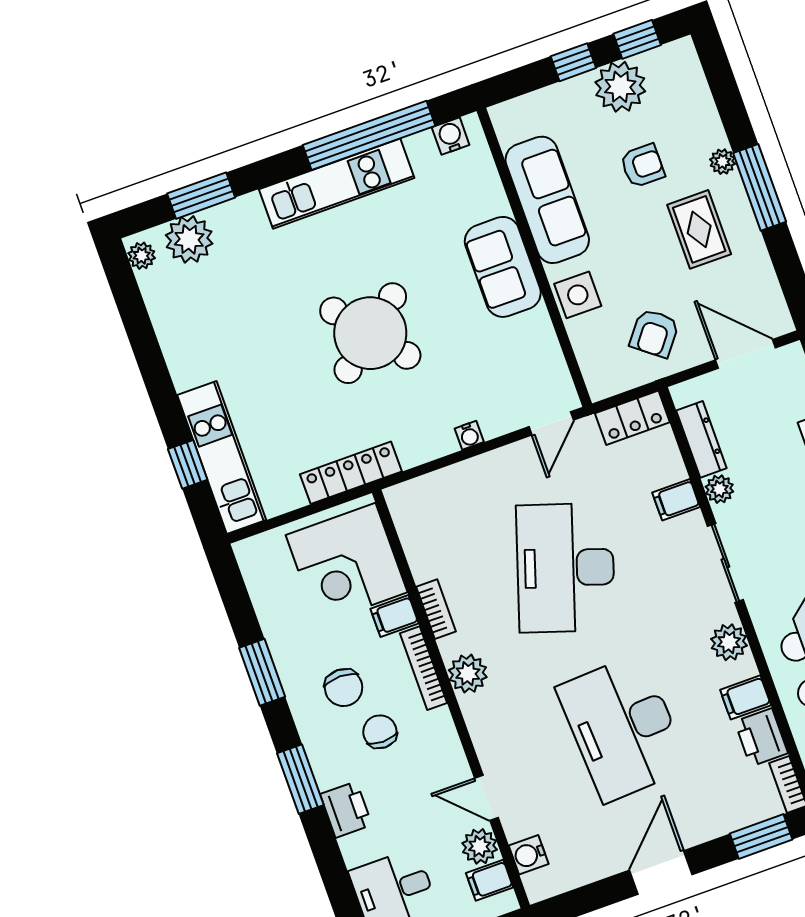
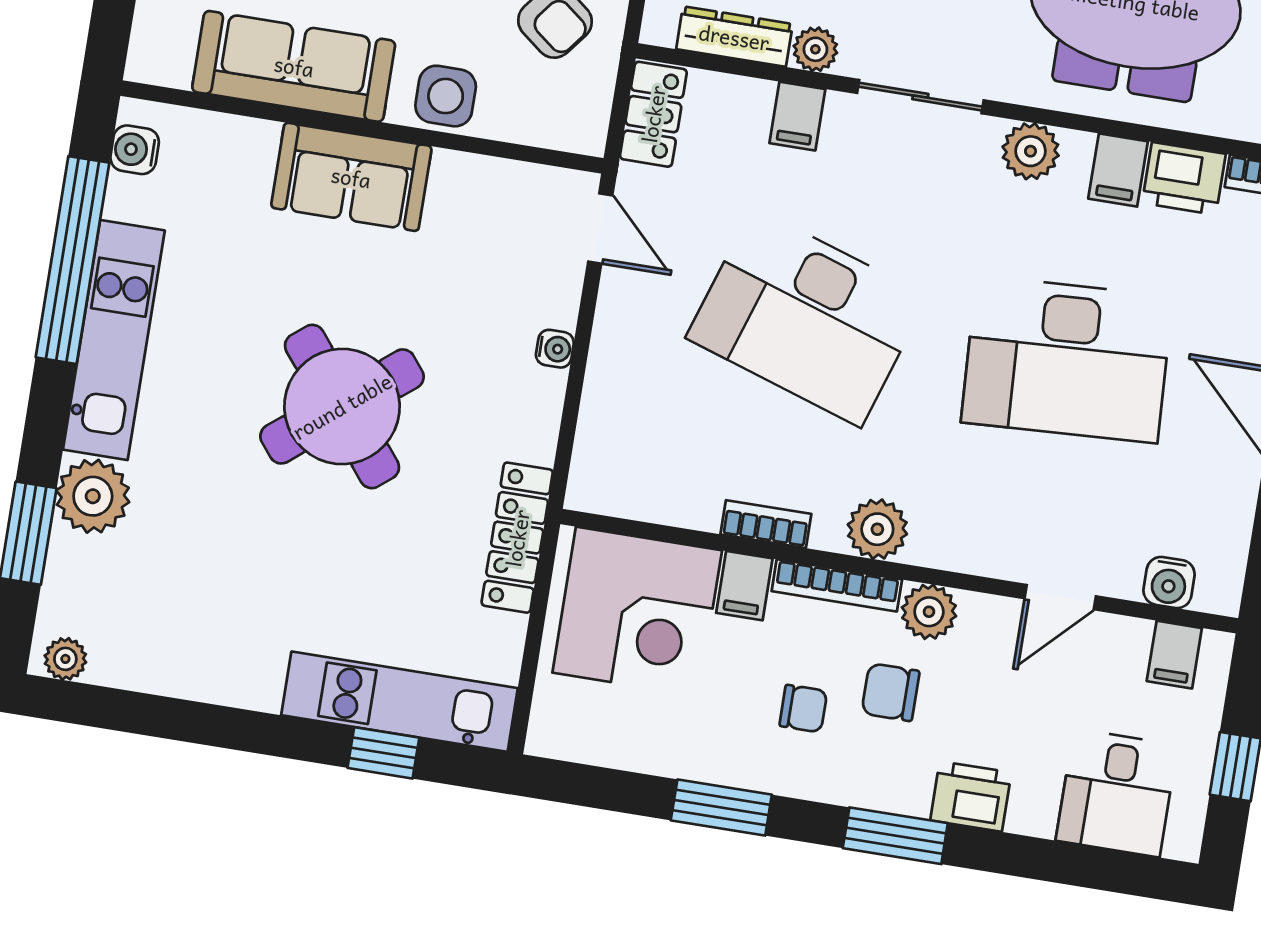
plant: (189, 239) -> (93, 496), moved
chair: (344, 688) -> (803, 709), width x0.73, depth x0.73
plant: (480, 846) -> (929, 612), moved

